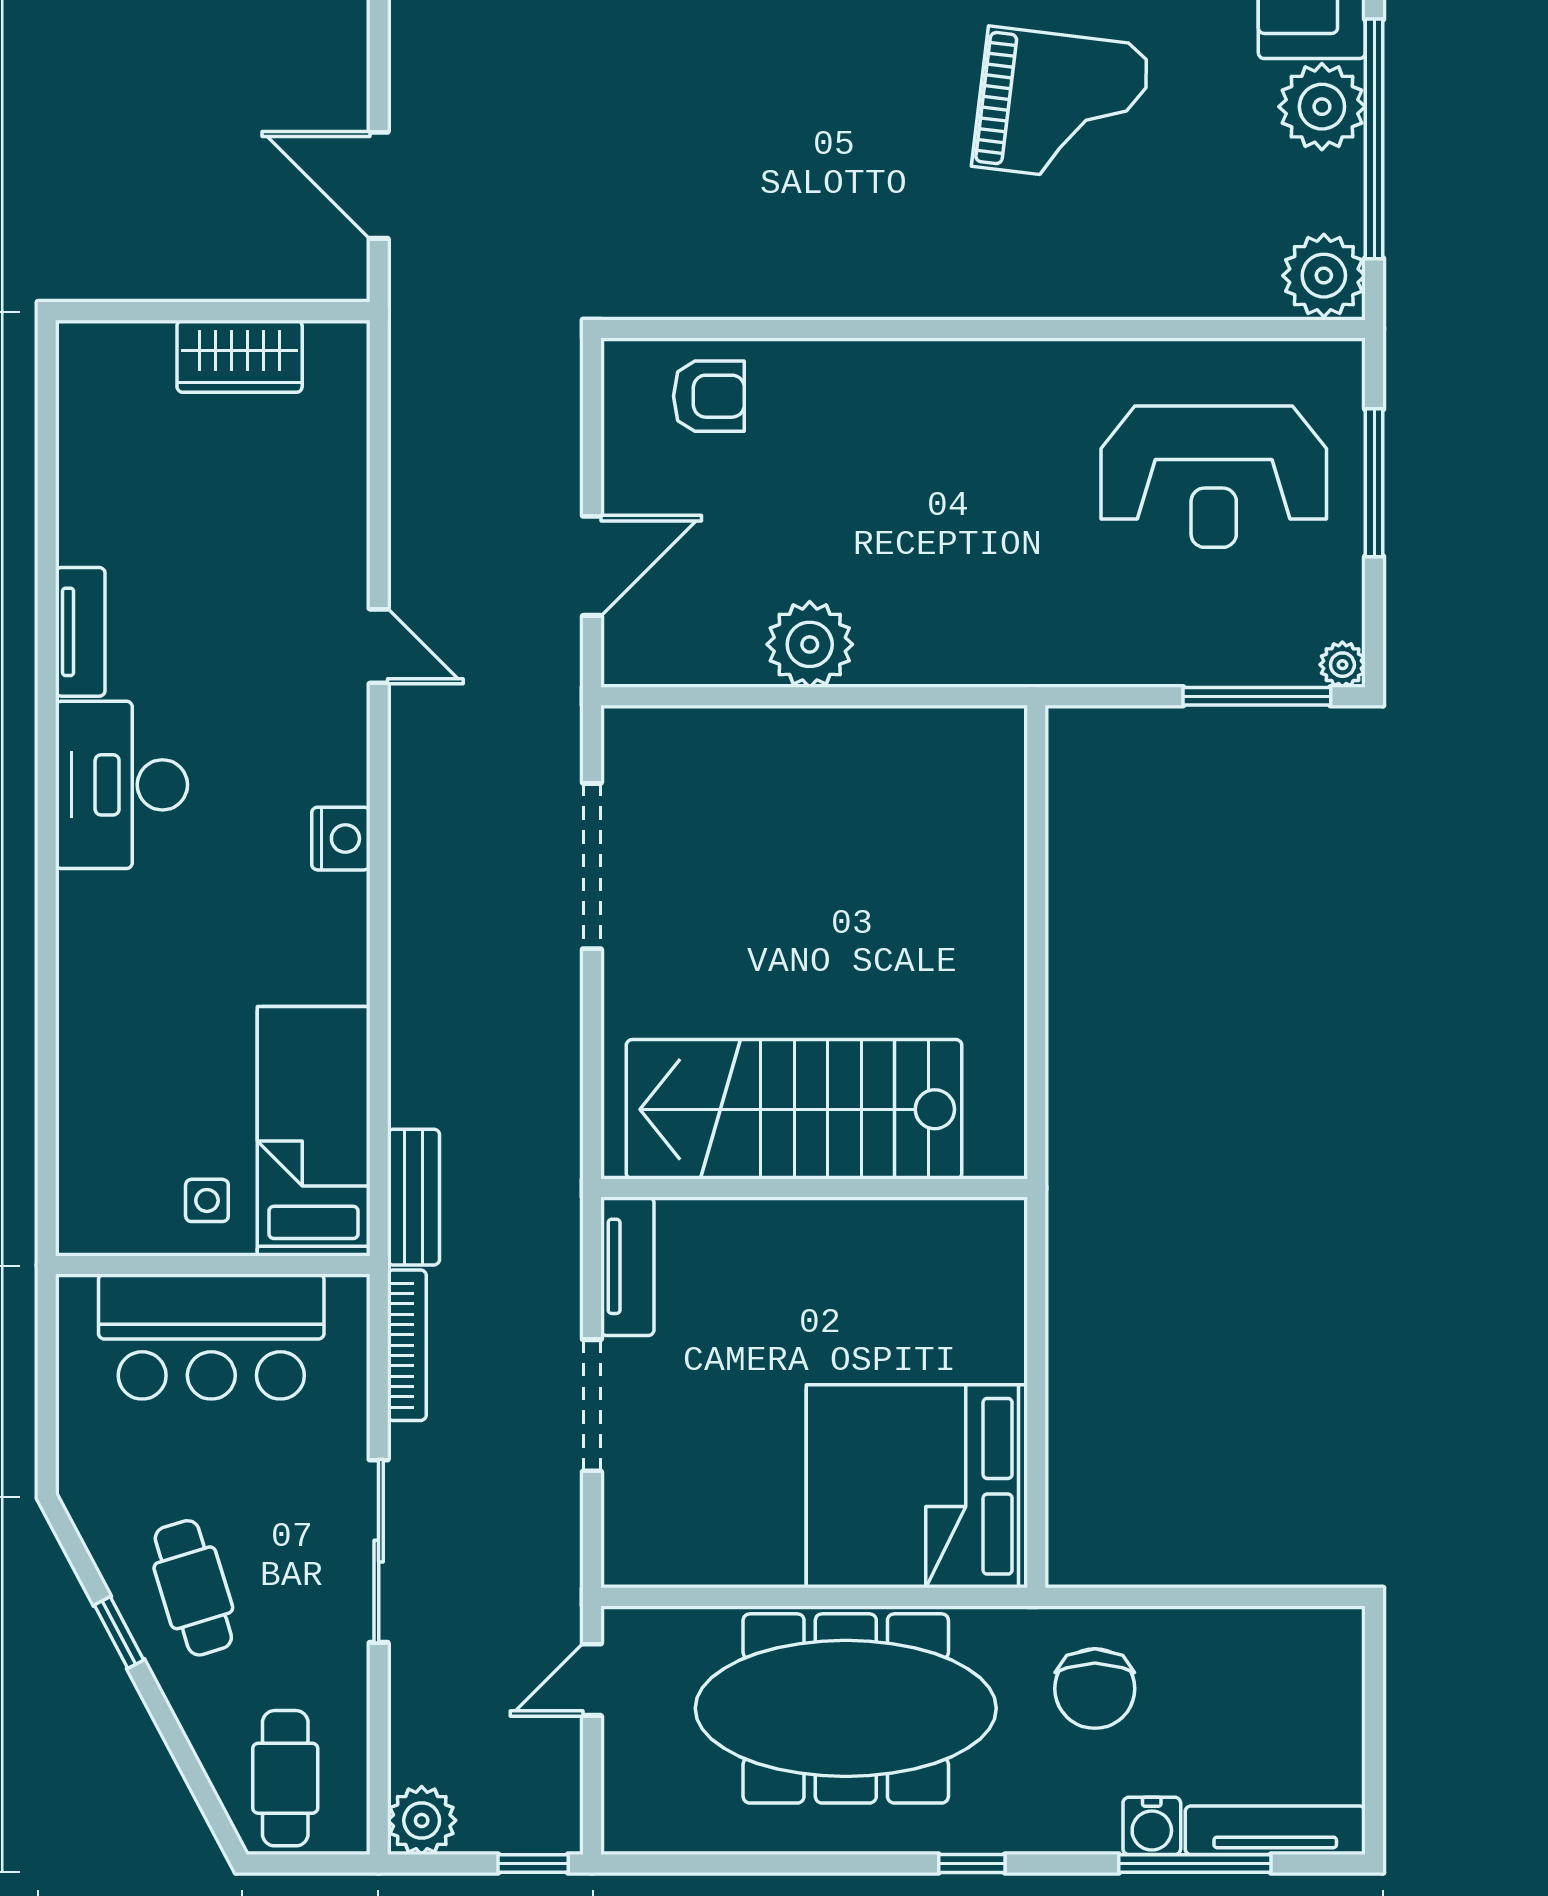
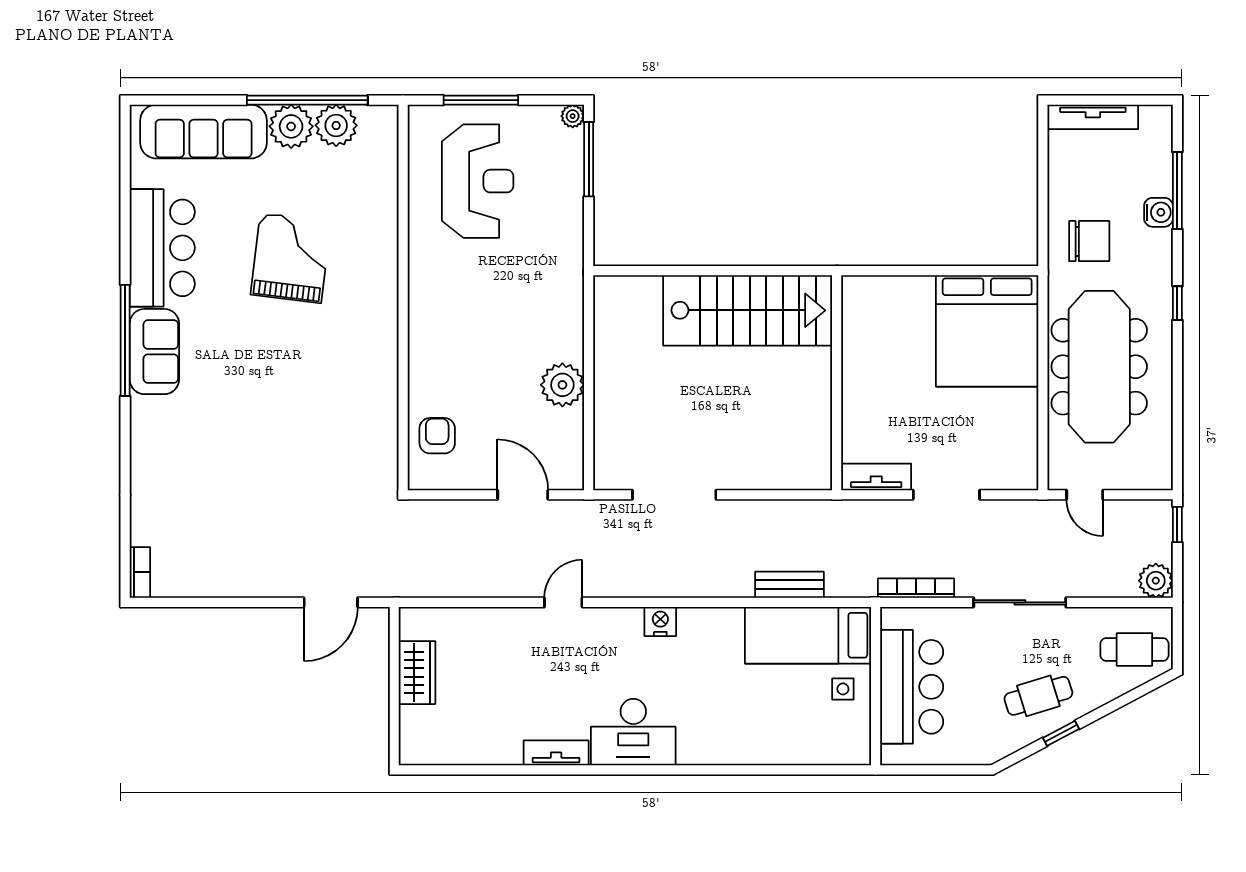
plant: (1324, 276) -> (336, 125), moved
stairs: (794, 1109) -> (748, 310), moved, turned -90
bench: (414, 1197) -> (789, 585), moved
tv unit: (1275, 1830) -> (1093, 117), moved, turned -90

